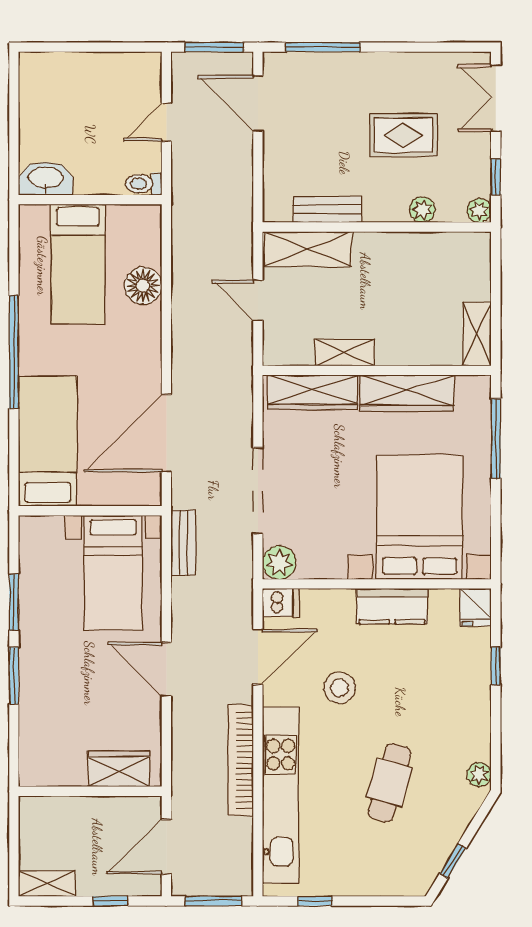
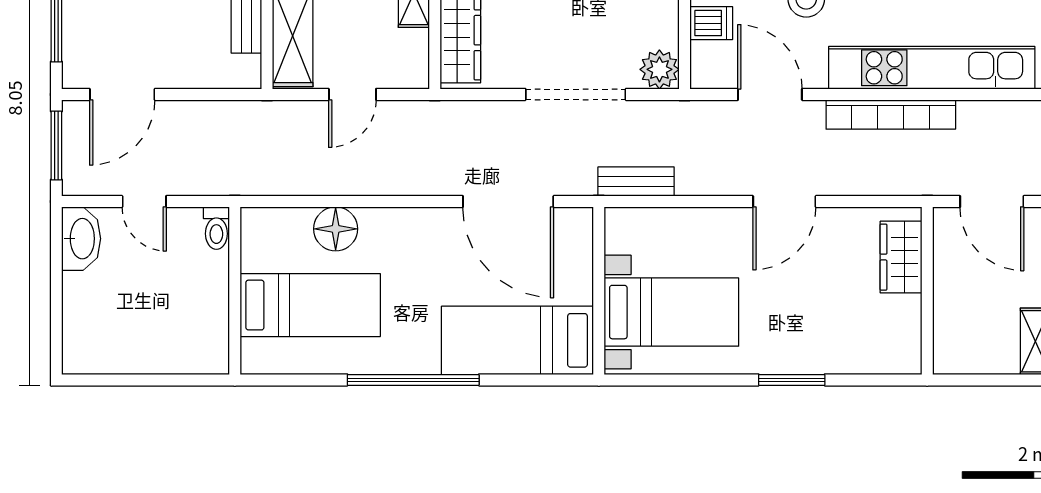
washbasin: (46, 178) -> (81, 239), moved, turned 180
bed with nightstands: (113, 573) -> (671, 312), moved
window: (14, 602) -> (706, 380), removed
dishwasher: (281, 603) -> (711, 23), moved, turned 90

